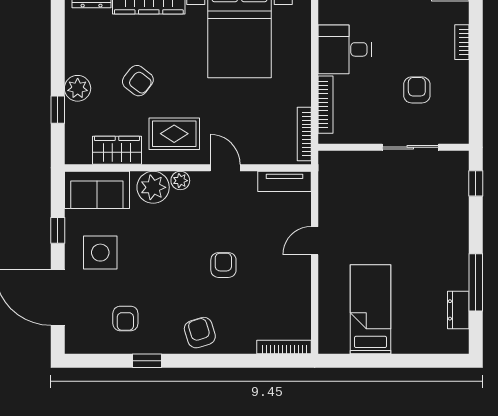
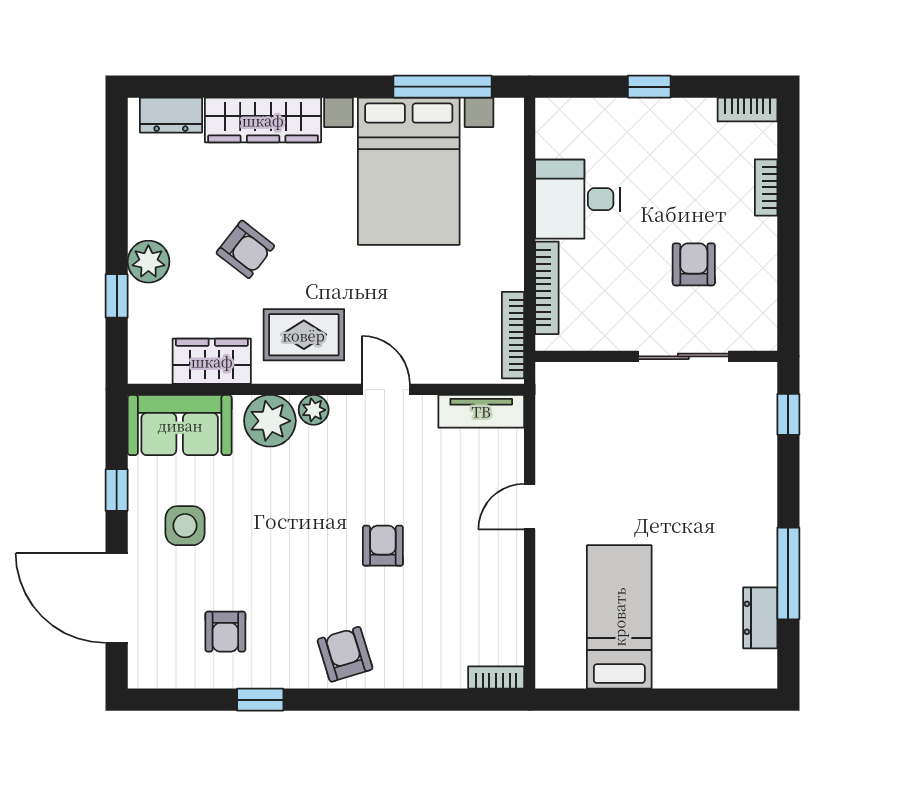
side table: (100, 253) -> (185, 526), width x0.73, depth x0.73
bookcase: (284, 347) -> (496, 677), width x0.64

